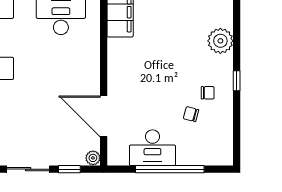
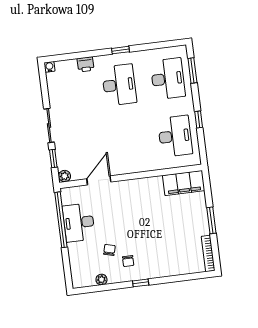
plant: (220, 41) -> (101, 280), moved, width x0.53, depth x0.53
door: (104, 116) -> (99, 180), width x0.73
window: (170, 169) -> (61, 220), moved

